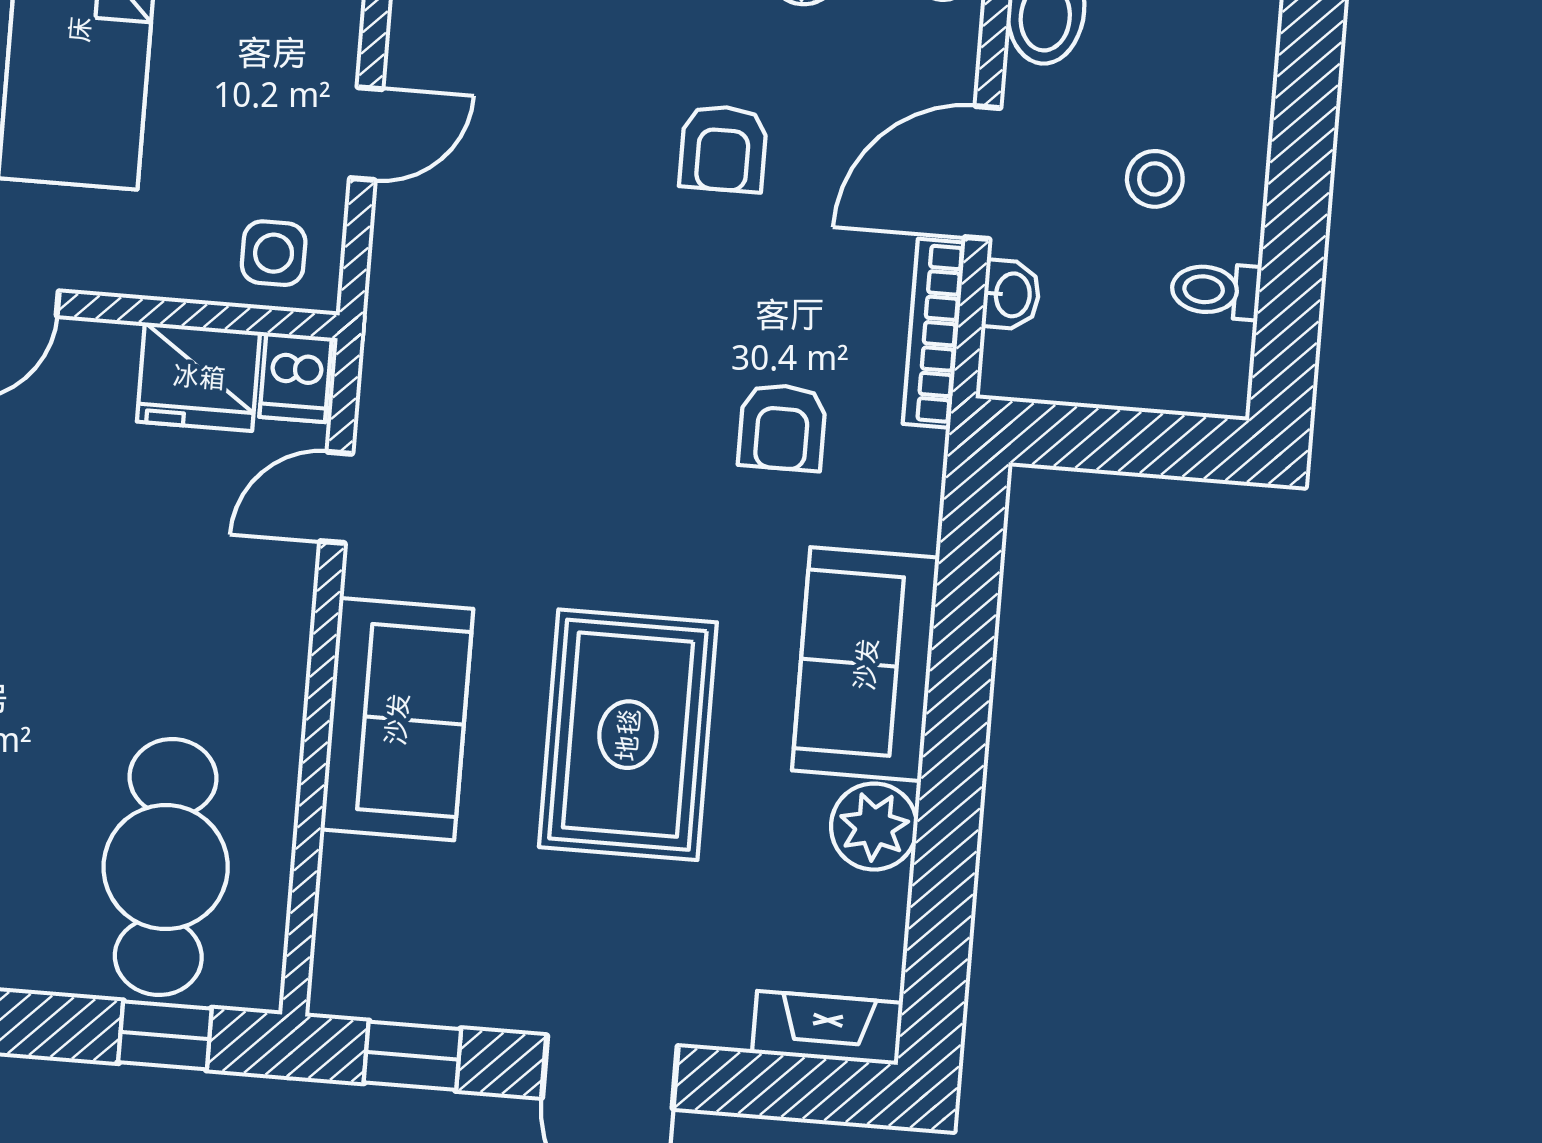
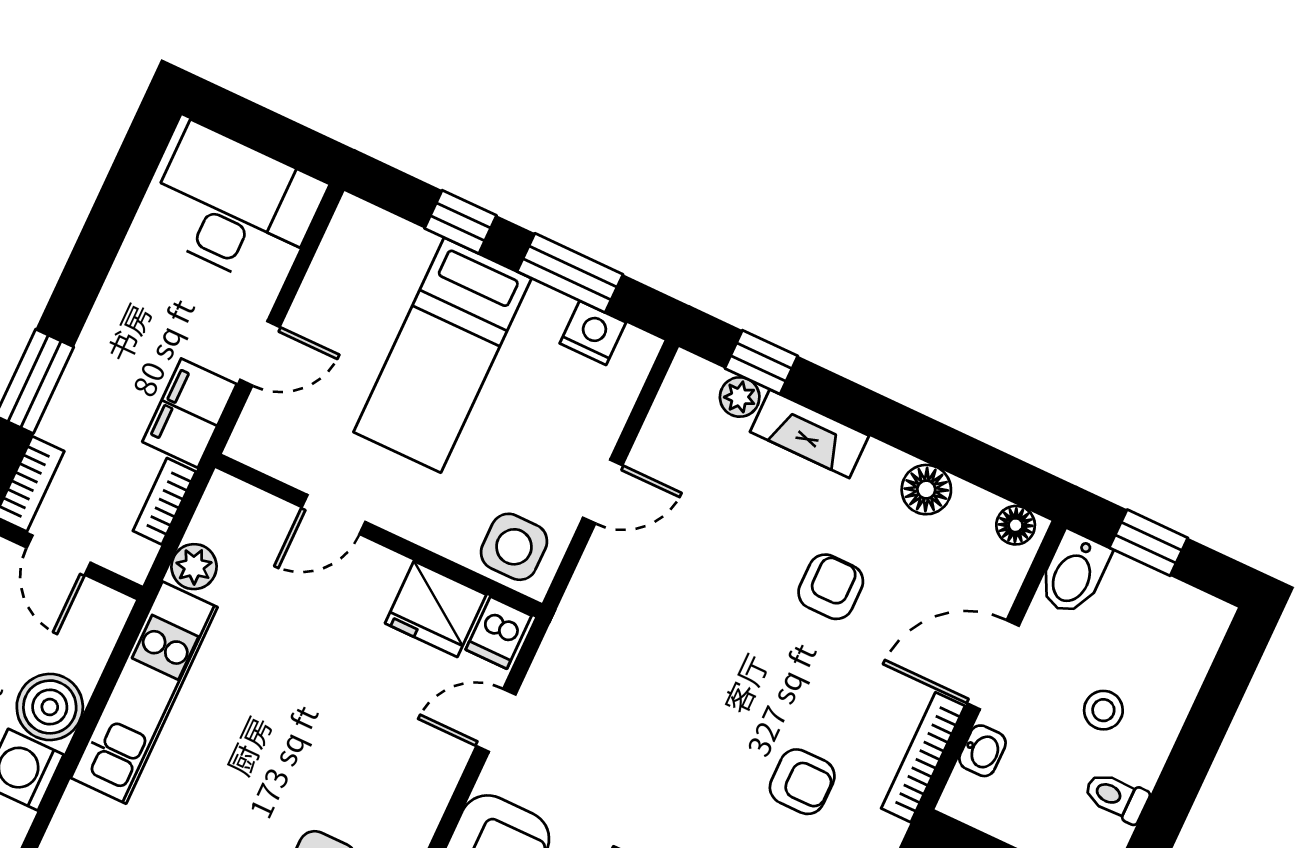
armchair: (723, 148) -> (831, 587), turned 180
side table: (274, 253) -> (514, 547), width x1.37, depth x1.37
armchair: (782, 427) -> (802, 782), turned -90

